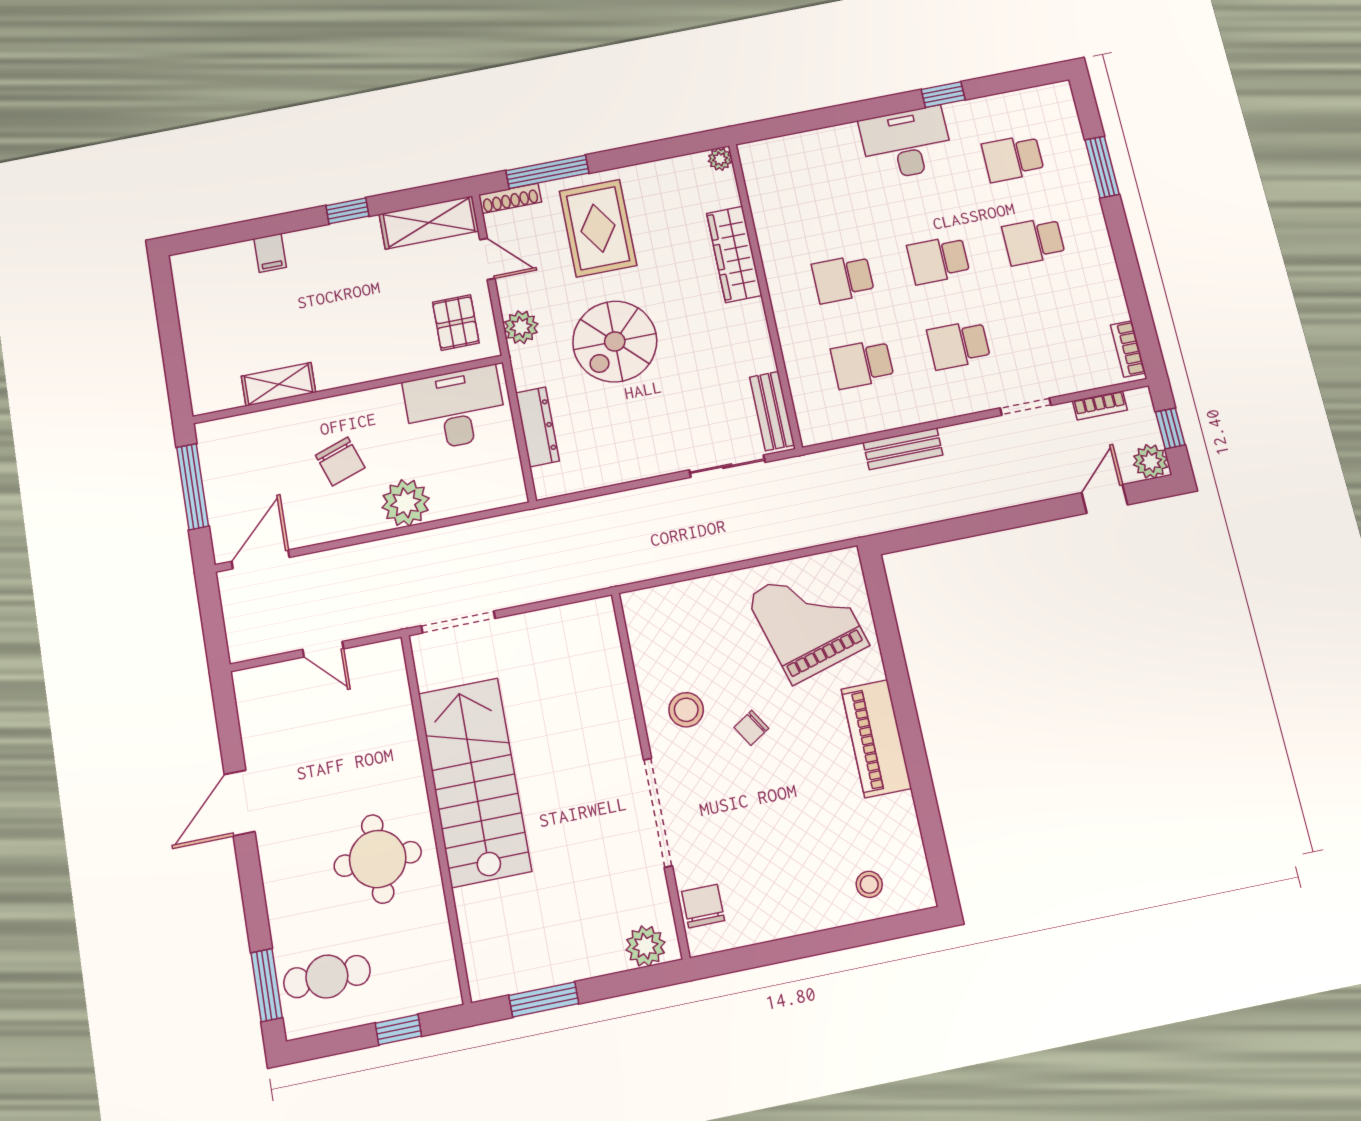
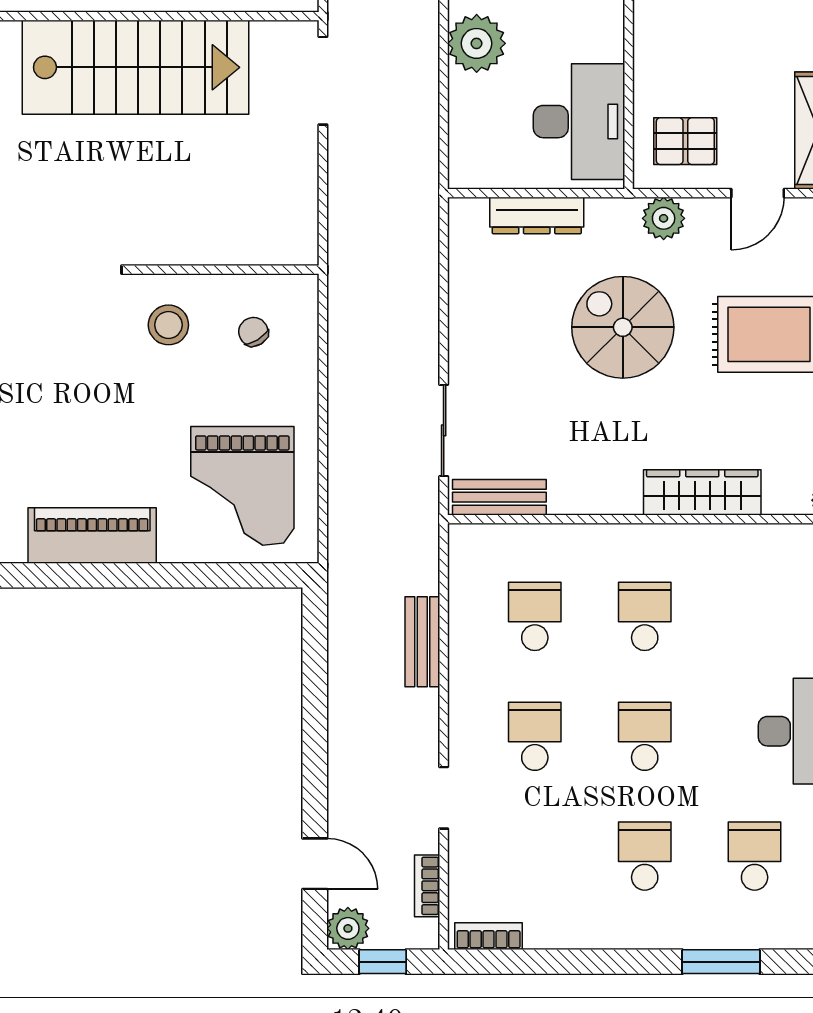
grand piano: (807, 621) -> (242, 486), turned 106
chair: (751, 728) -> (253, 332), moved

